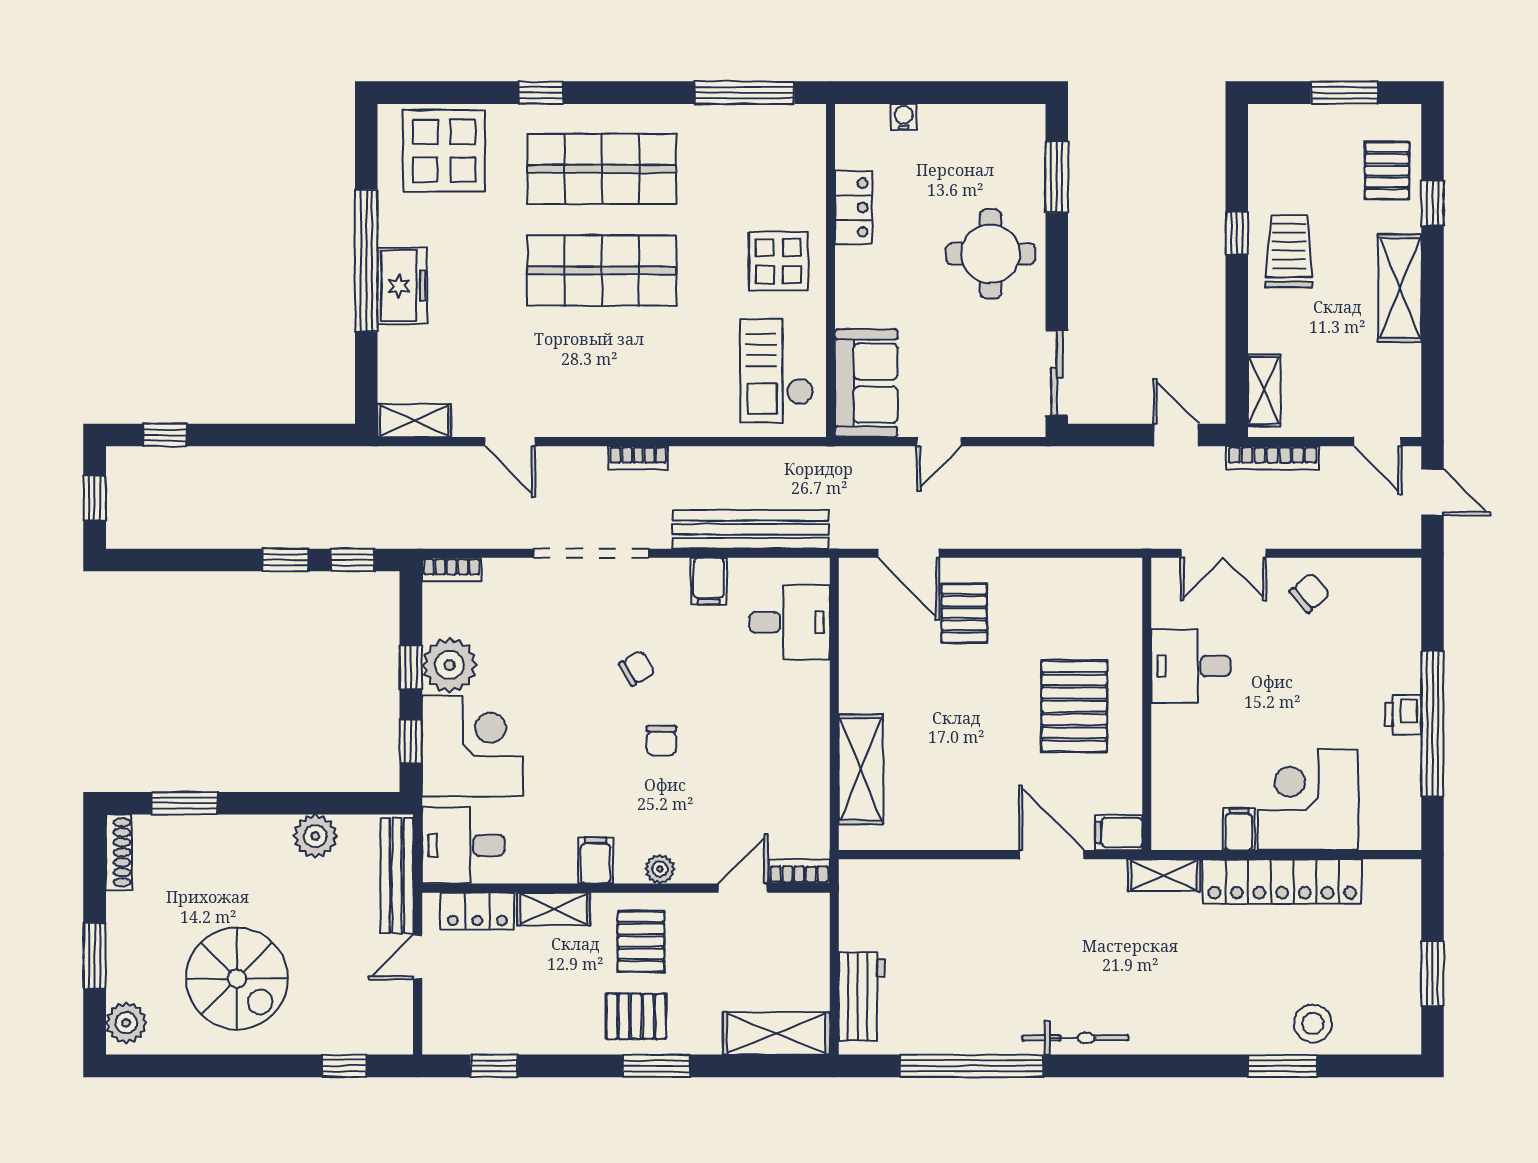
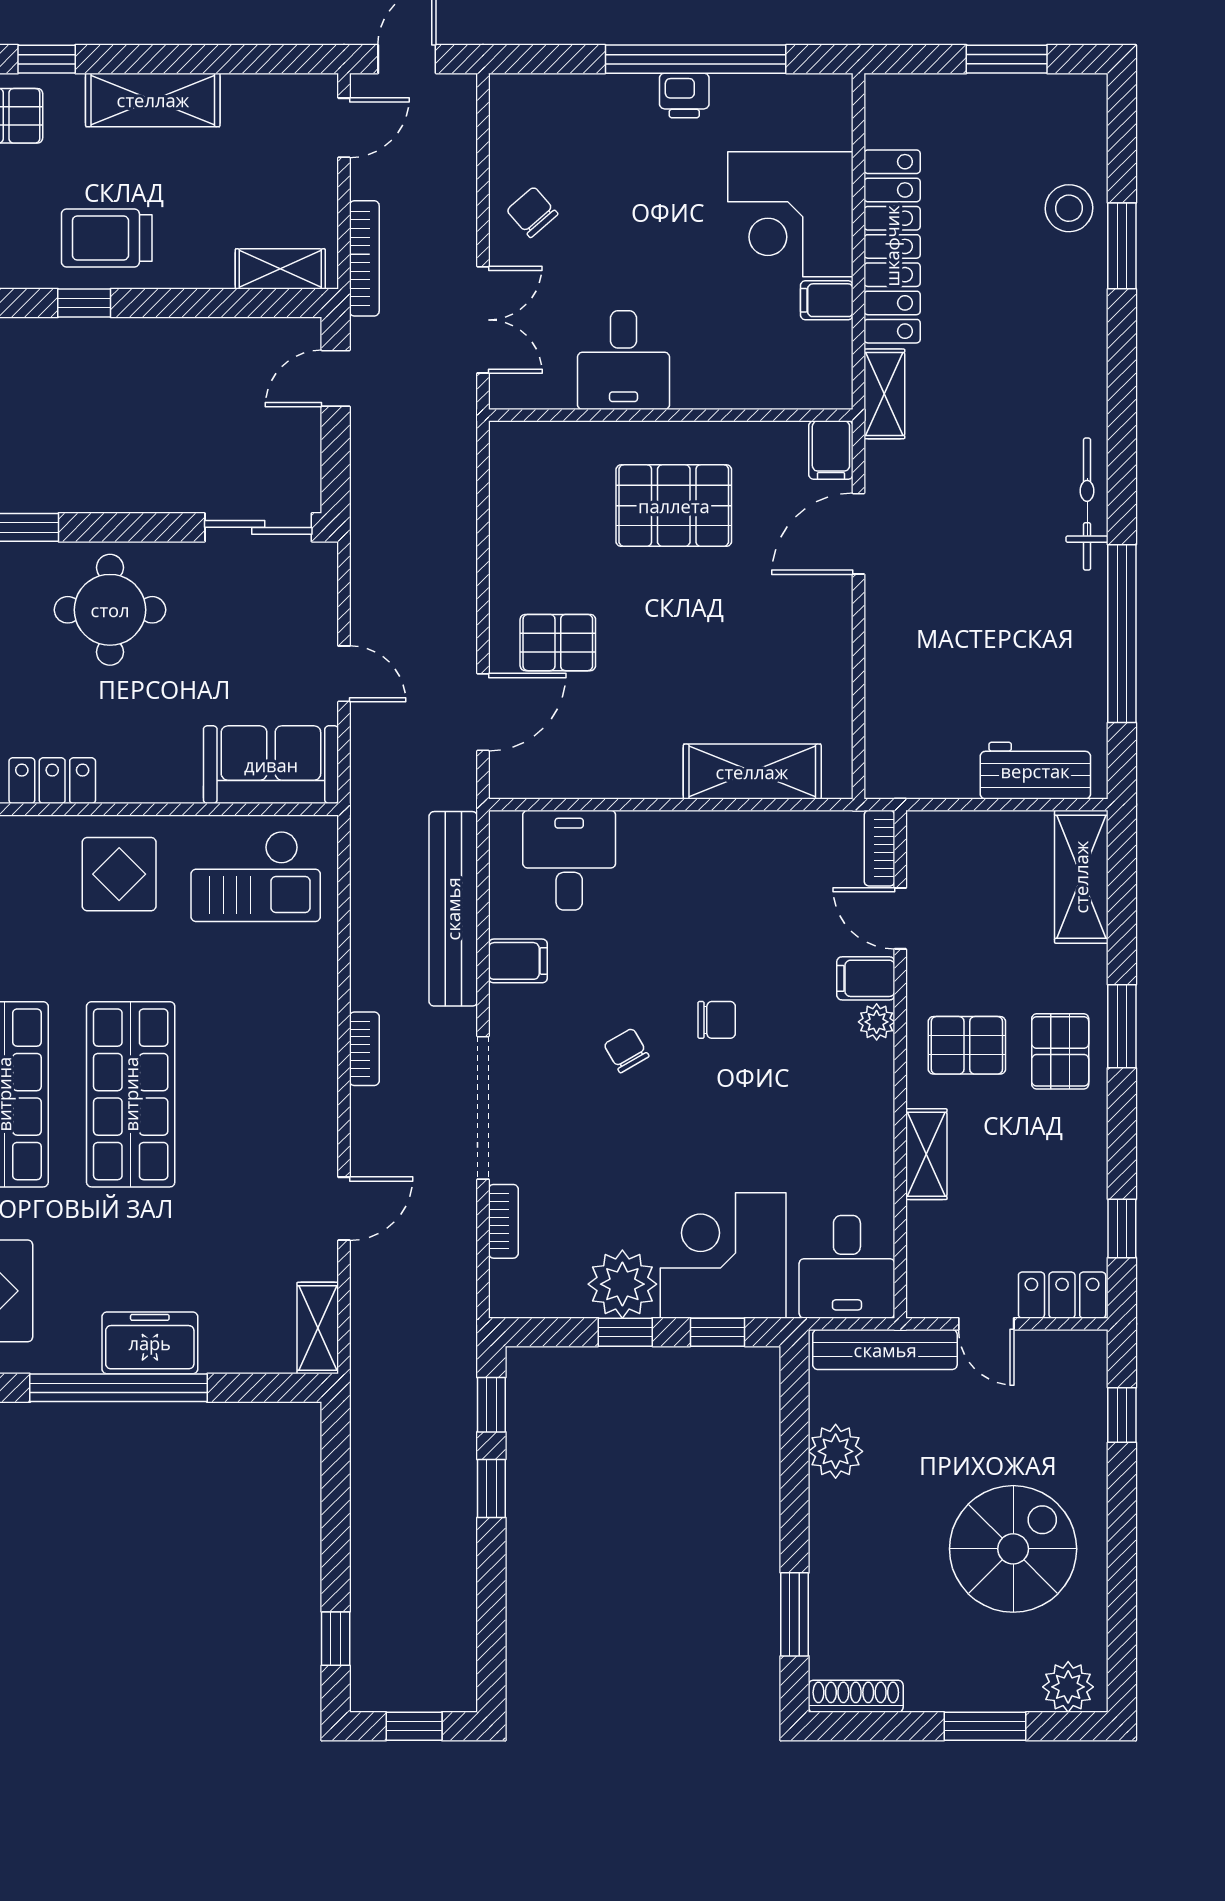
bookcase: (452, 570) -> (503, 1221), moved
filing cabinet: (596, 860) -> (866, 978), moved
locker: (477, 911) -> (1062, 1295), moved, turned -90

